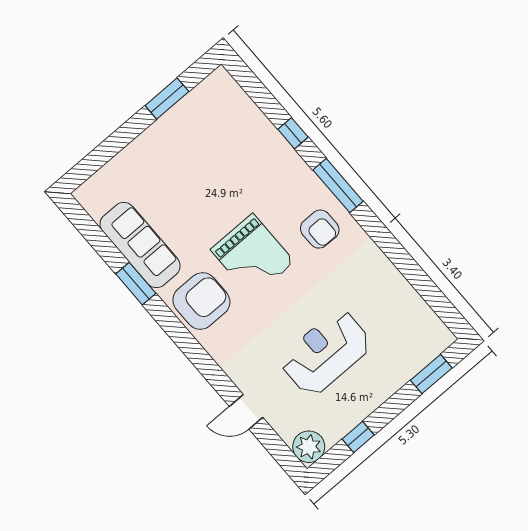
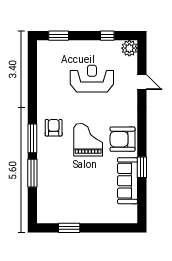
window: (293, 133) -> (32, 173), width x2.17
reception desk: (326, 353) -> (92, 79), turned 180

